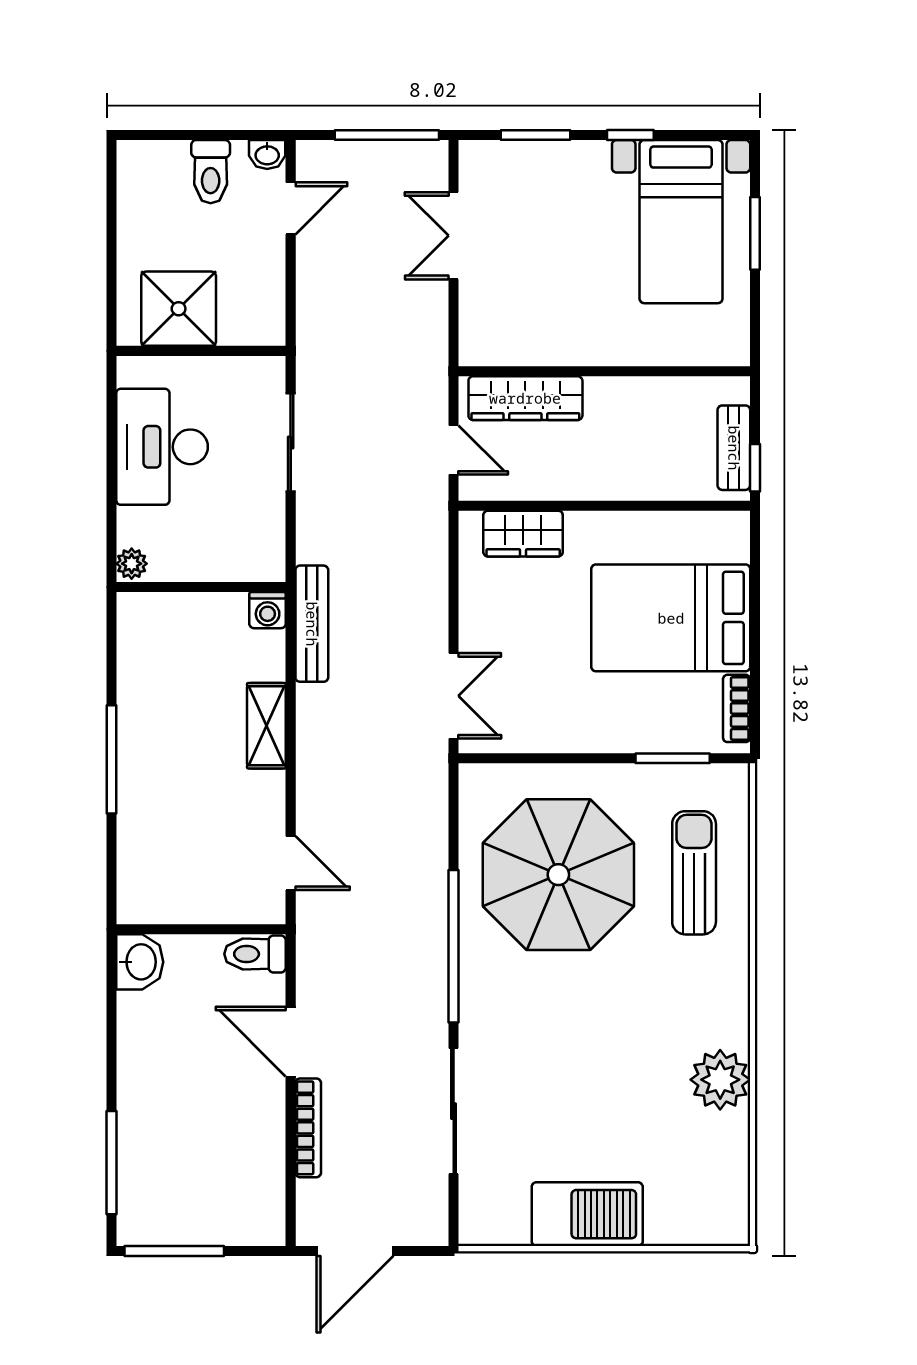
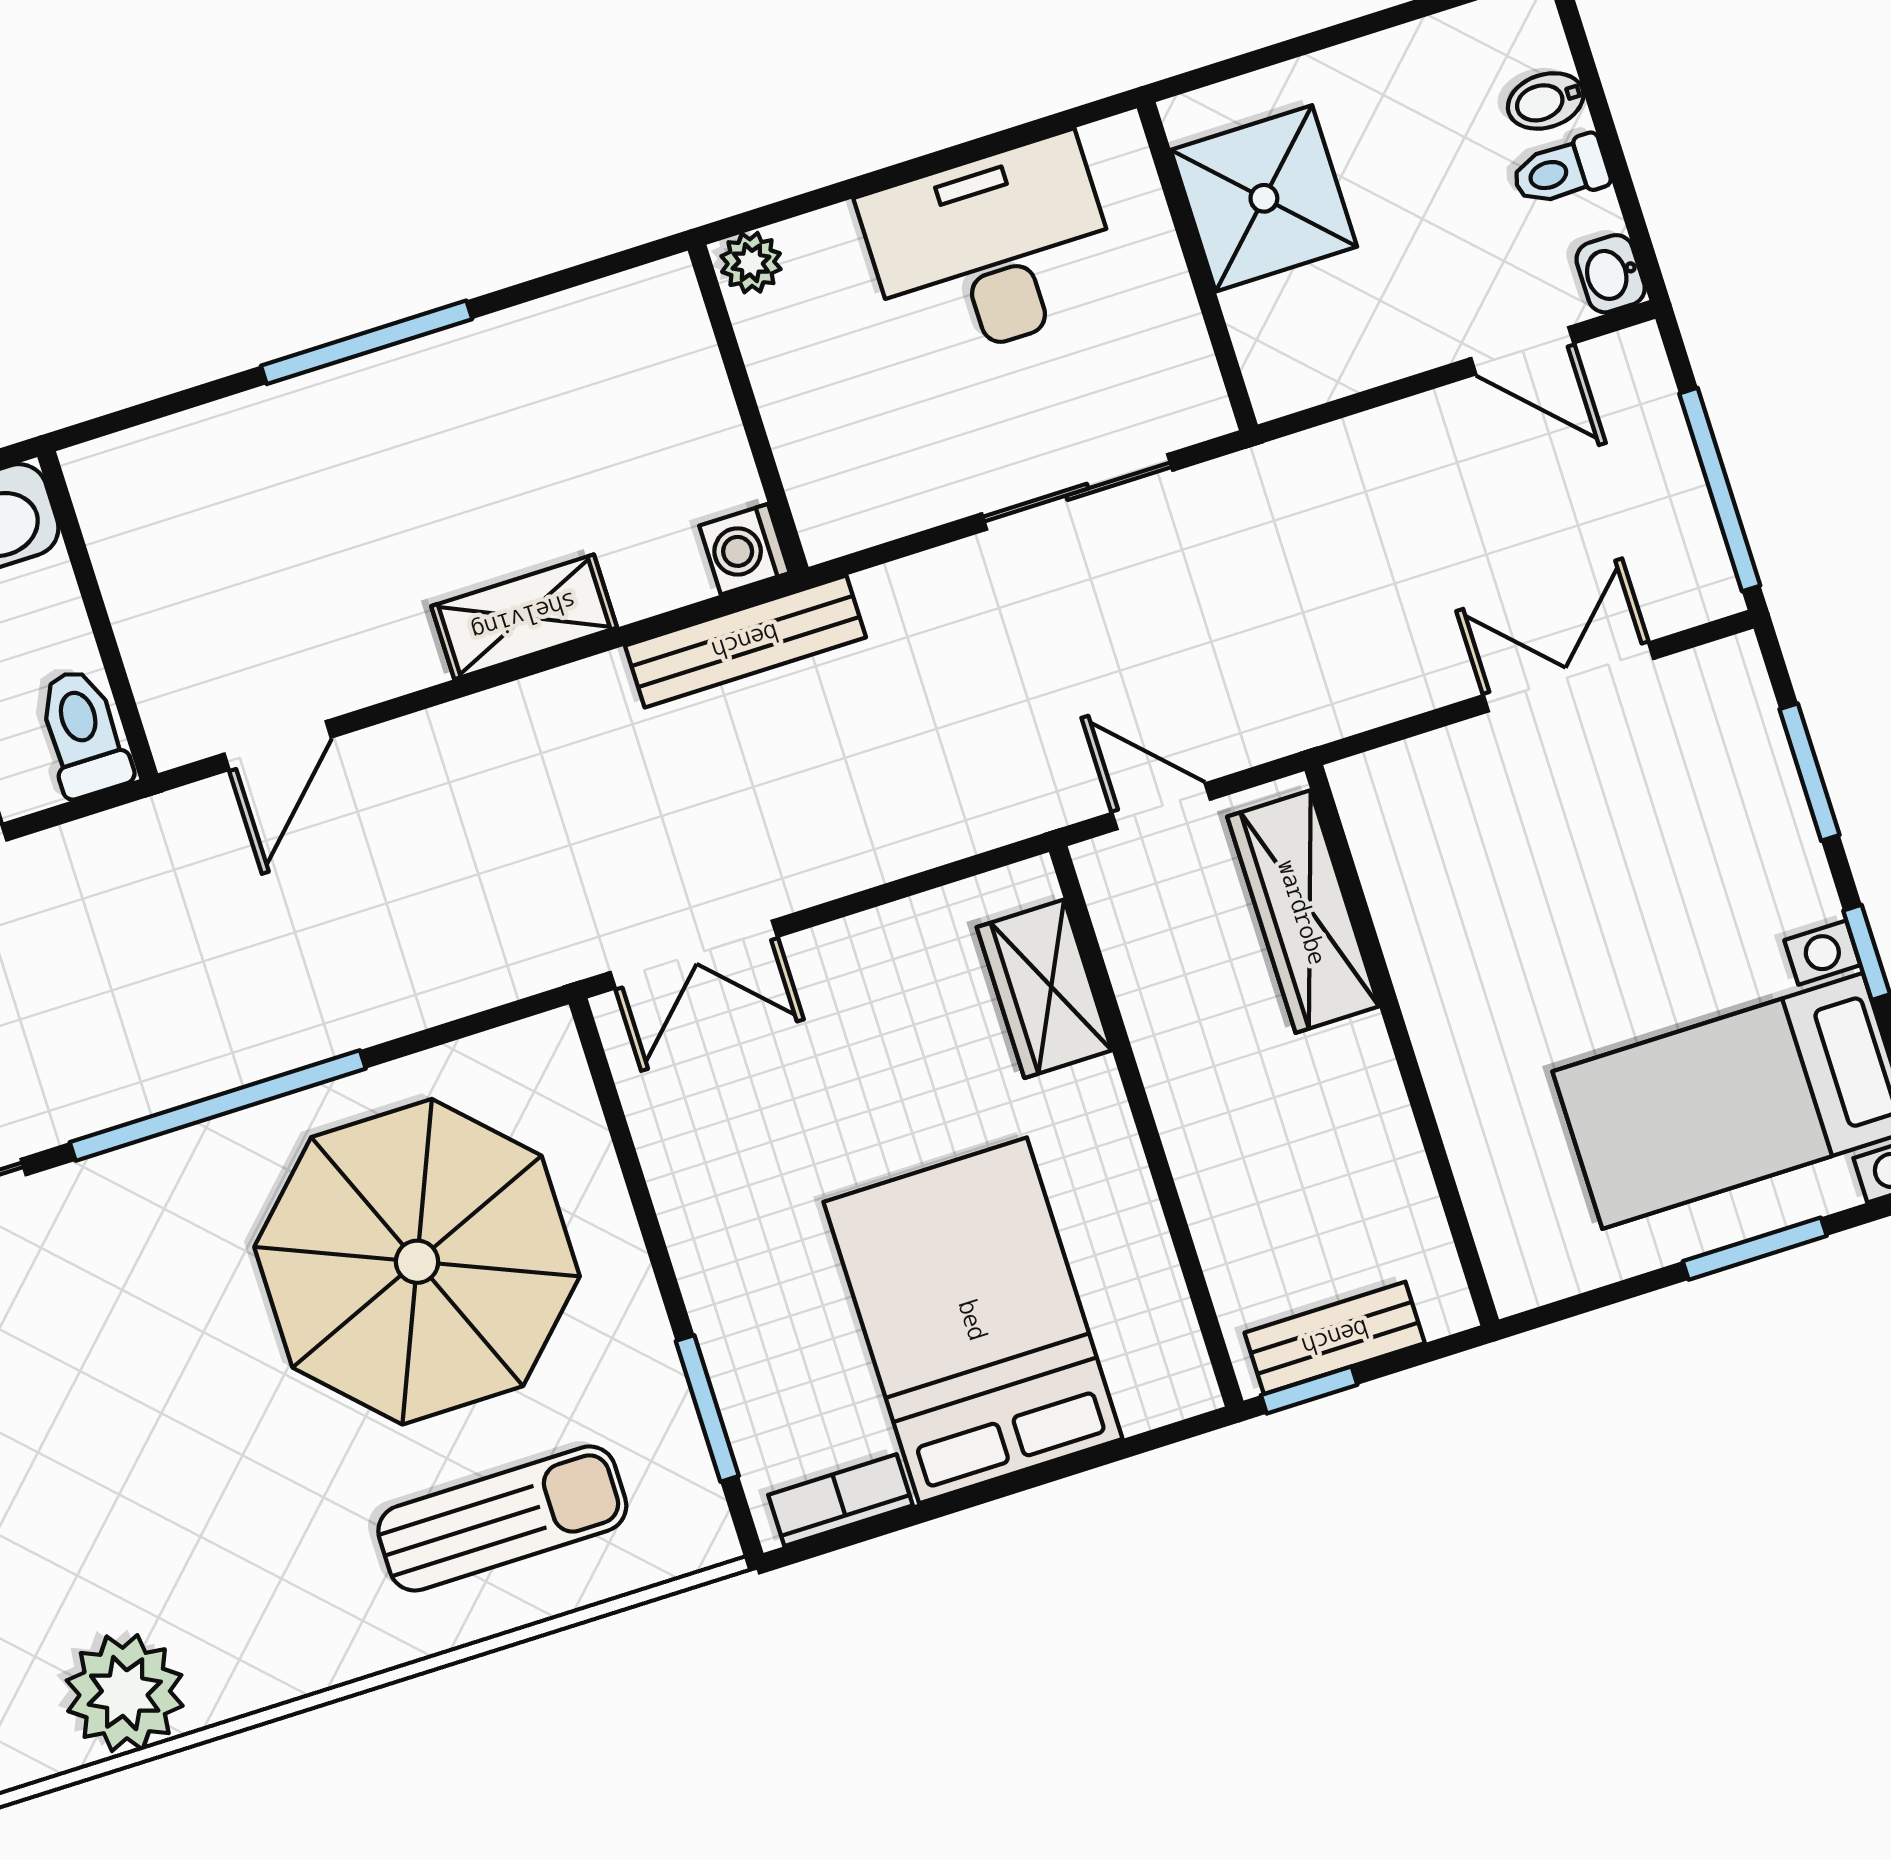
bidet: (175, 159) -> (1546, 101), added
toilet: (211, 172) -> (1561, 171), width x0.73, depth x0.72
door: (454, 450) -> (1161, 806), swing flipped

